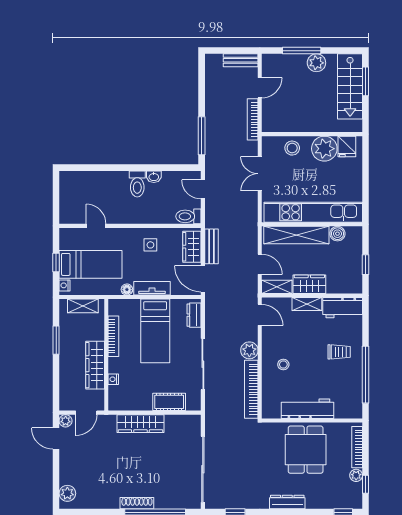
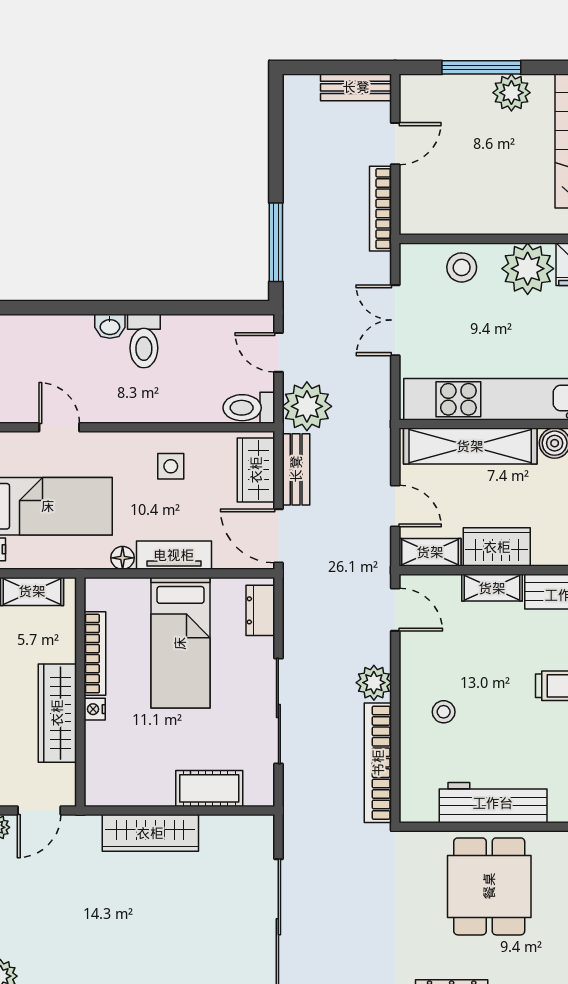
washbasin: (154, 177) -> (110, 326), moved
plant: (217, 216) -> (307, 406), added
nightstand: (113, 379) -> (95, 709), moved

